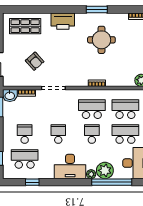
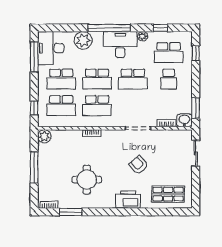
window: (97, 9) -> (71, 212), moved
armchair: (35, 61) -> (139, 165), moved
school desk: (58, 134) -> (133, 79), width x1.85
school desk: (92, 134) -> (97, 79), width x1.85
plant: (91, 174) -> (143, 36), moved
window: (112, 182) -> (109, 28), moved

